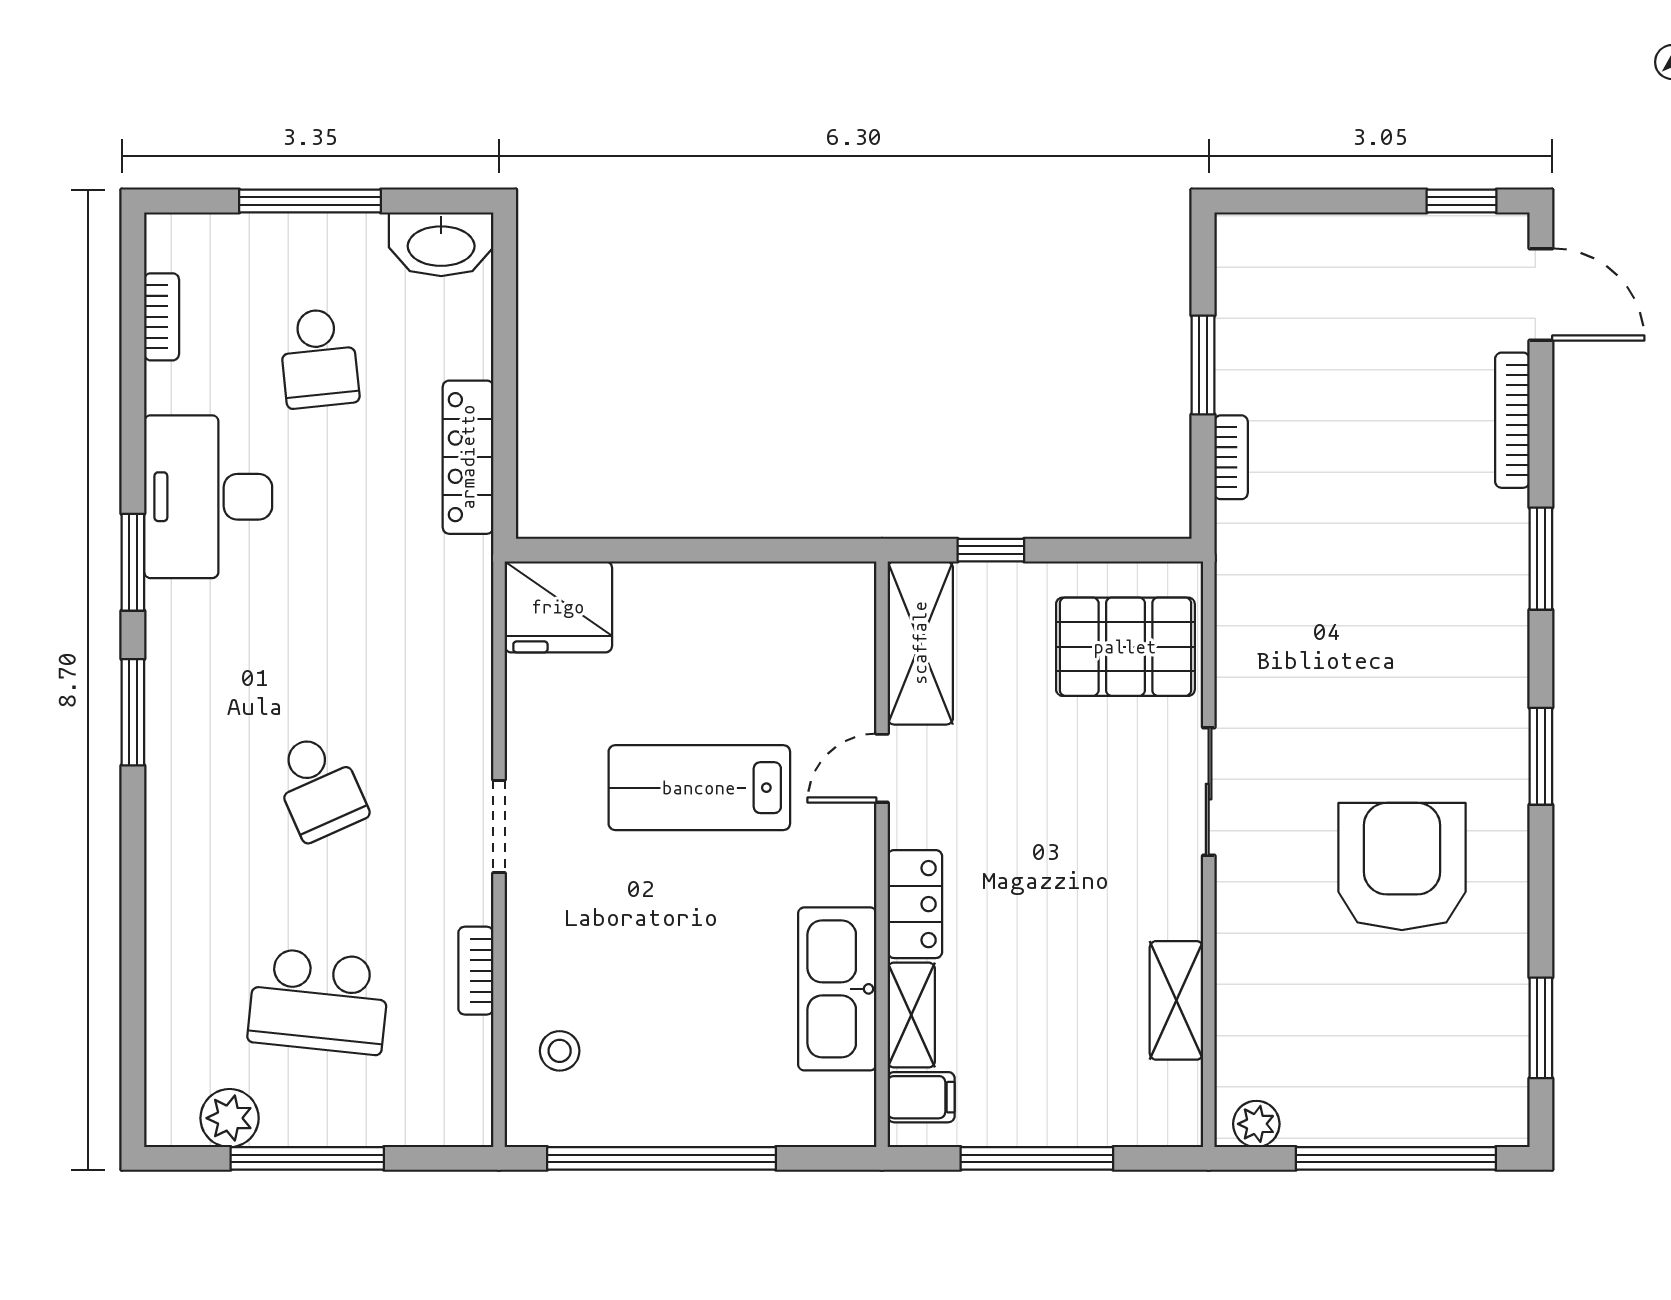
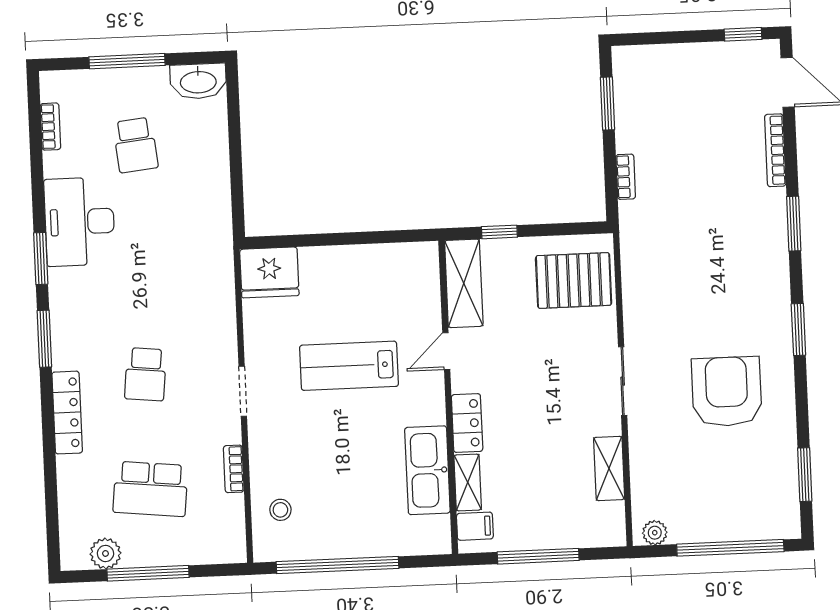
window: (1203, 365) -> (607, 103), moved
locker: (468, 457) -> (67, 413), moved, turned 180
school desk: (319, 787) -> (145, 374), turned 30
sliding door: (1209, 792) -> (623, 381), moved

